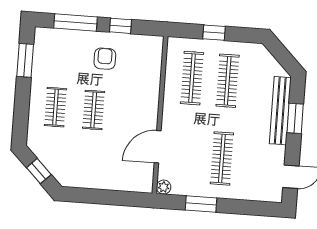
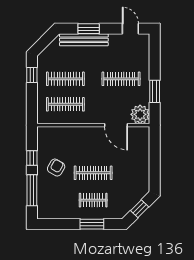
window: (214, 33) -> (32, 75), moved
armchair: (105, 59) -> (56, 168), turned 120
window: (25, 60) -> (92, 224), moved
clothes rail: (94, 110) -> (93, 173), width x1.36
plant: (164, 187) -> (140, 114), width x1.88, depth x1.88

